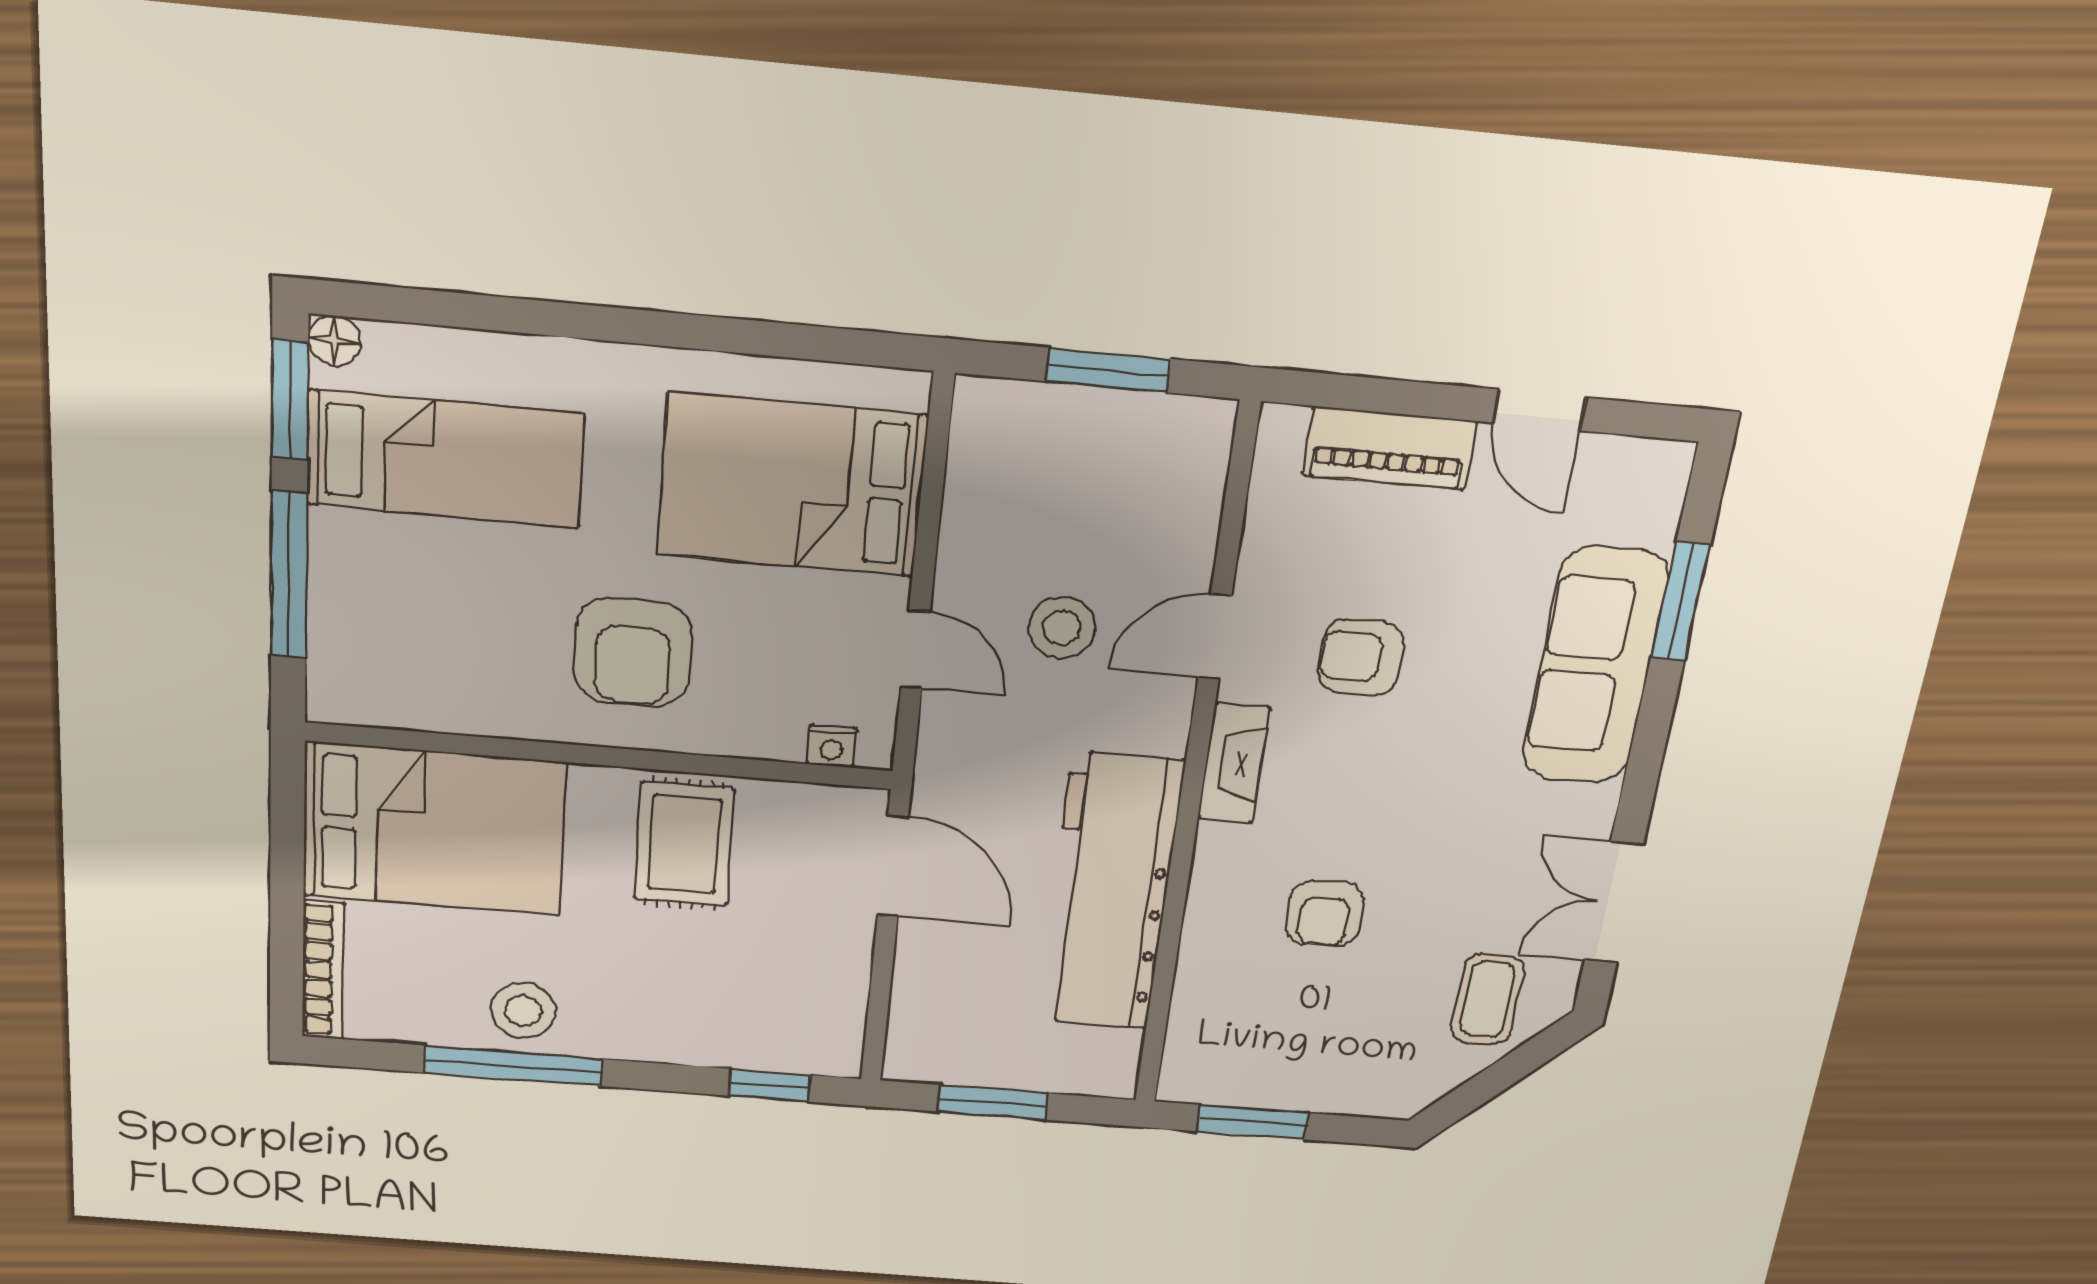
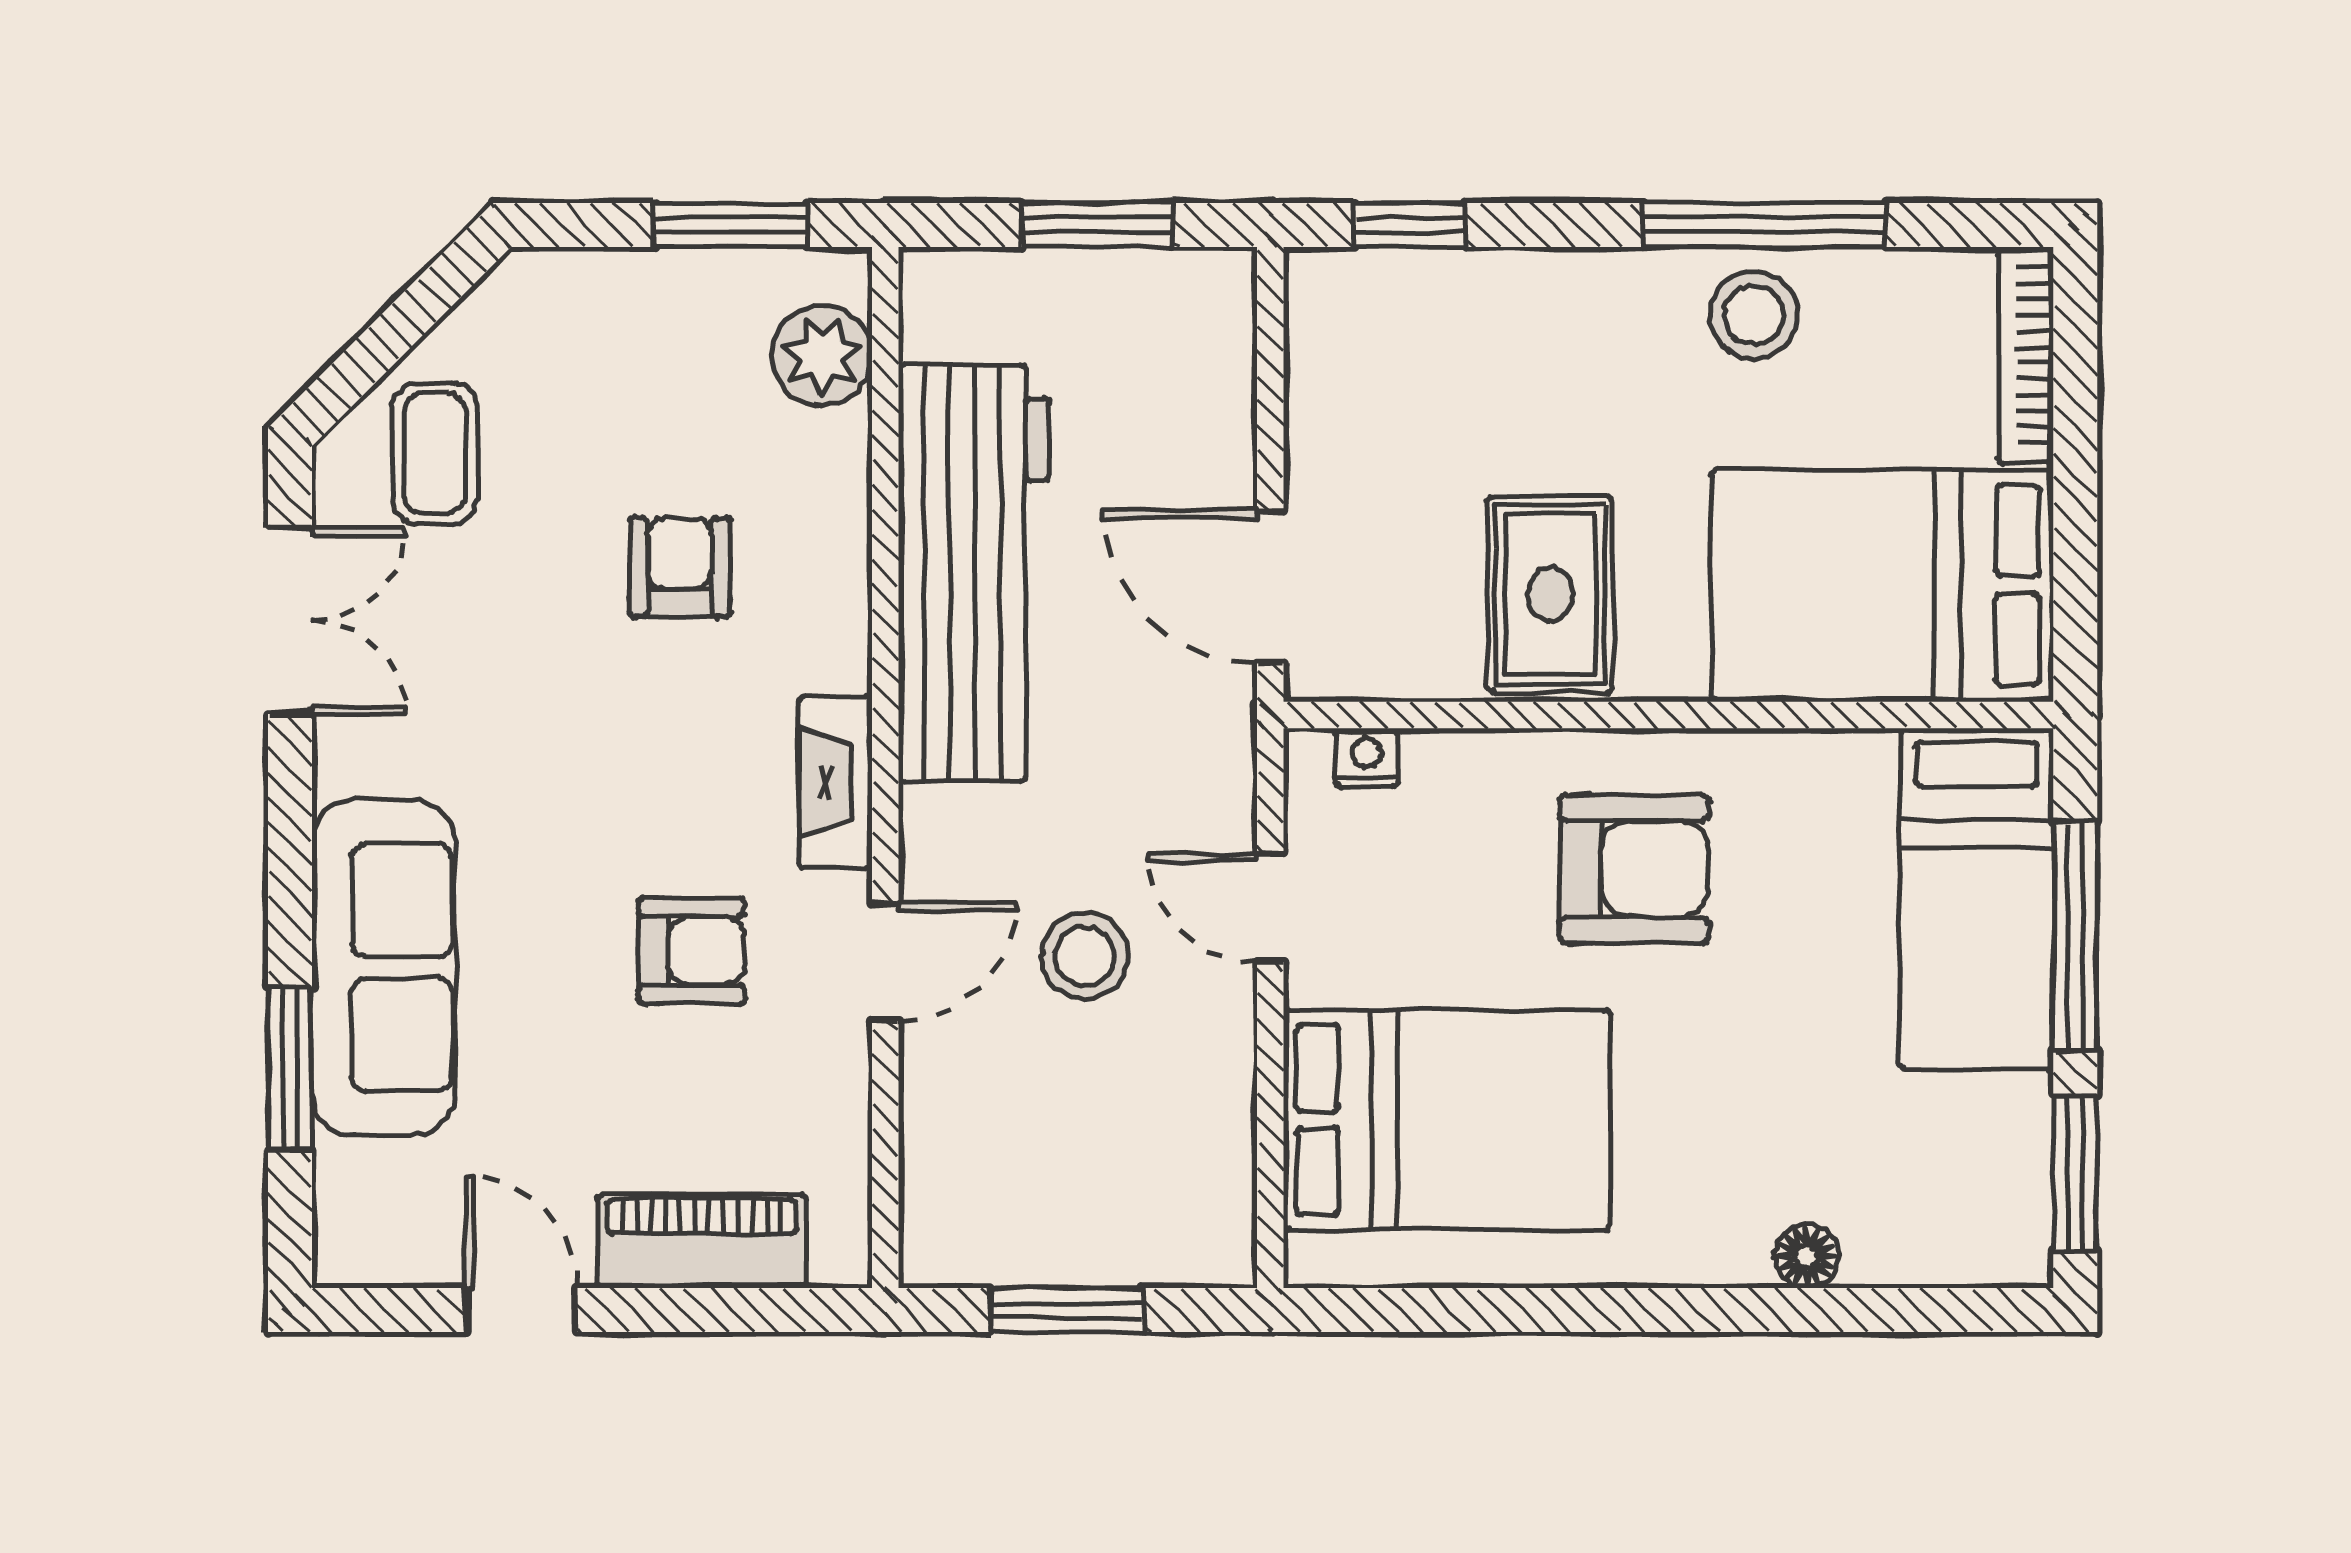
floor lamp: (334, 340) -> (1807, 1256), moved
bed: (445, 459) -> (1977, 899), moved, turned -90
armchair: (633, 652) -> (1634, 869), turned 90
plant: (1200, 1038) -> (822, 356), added

